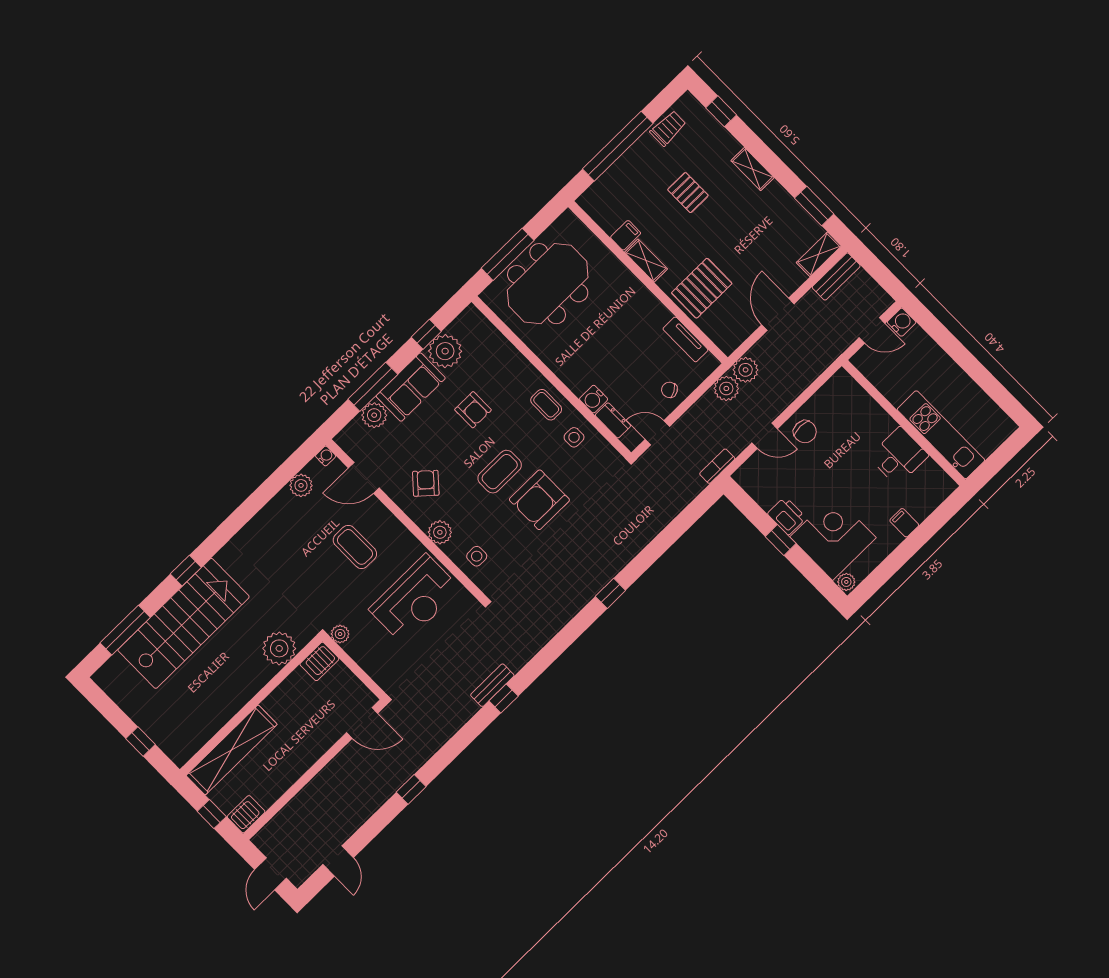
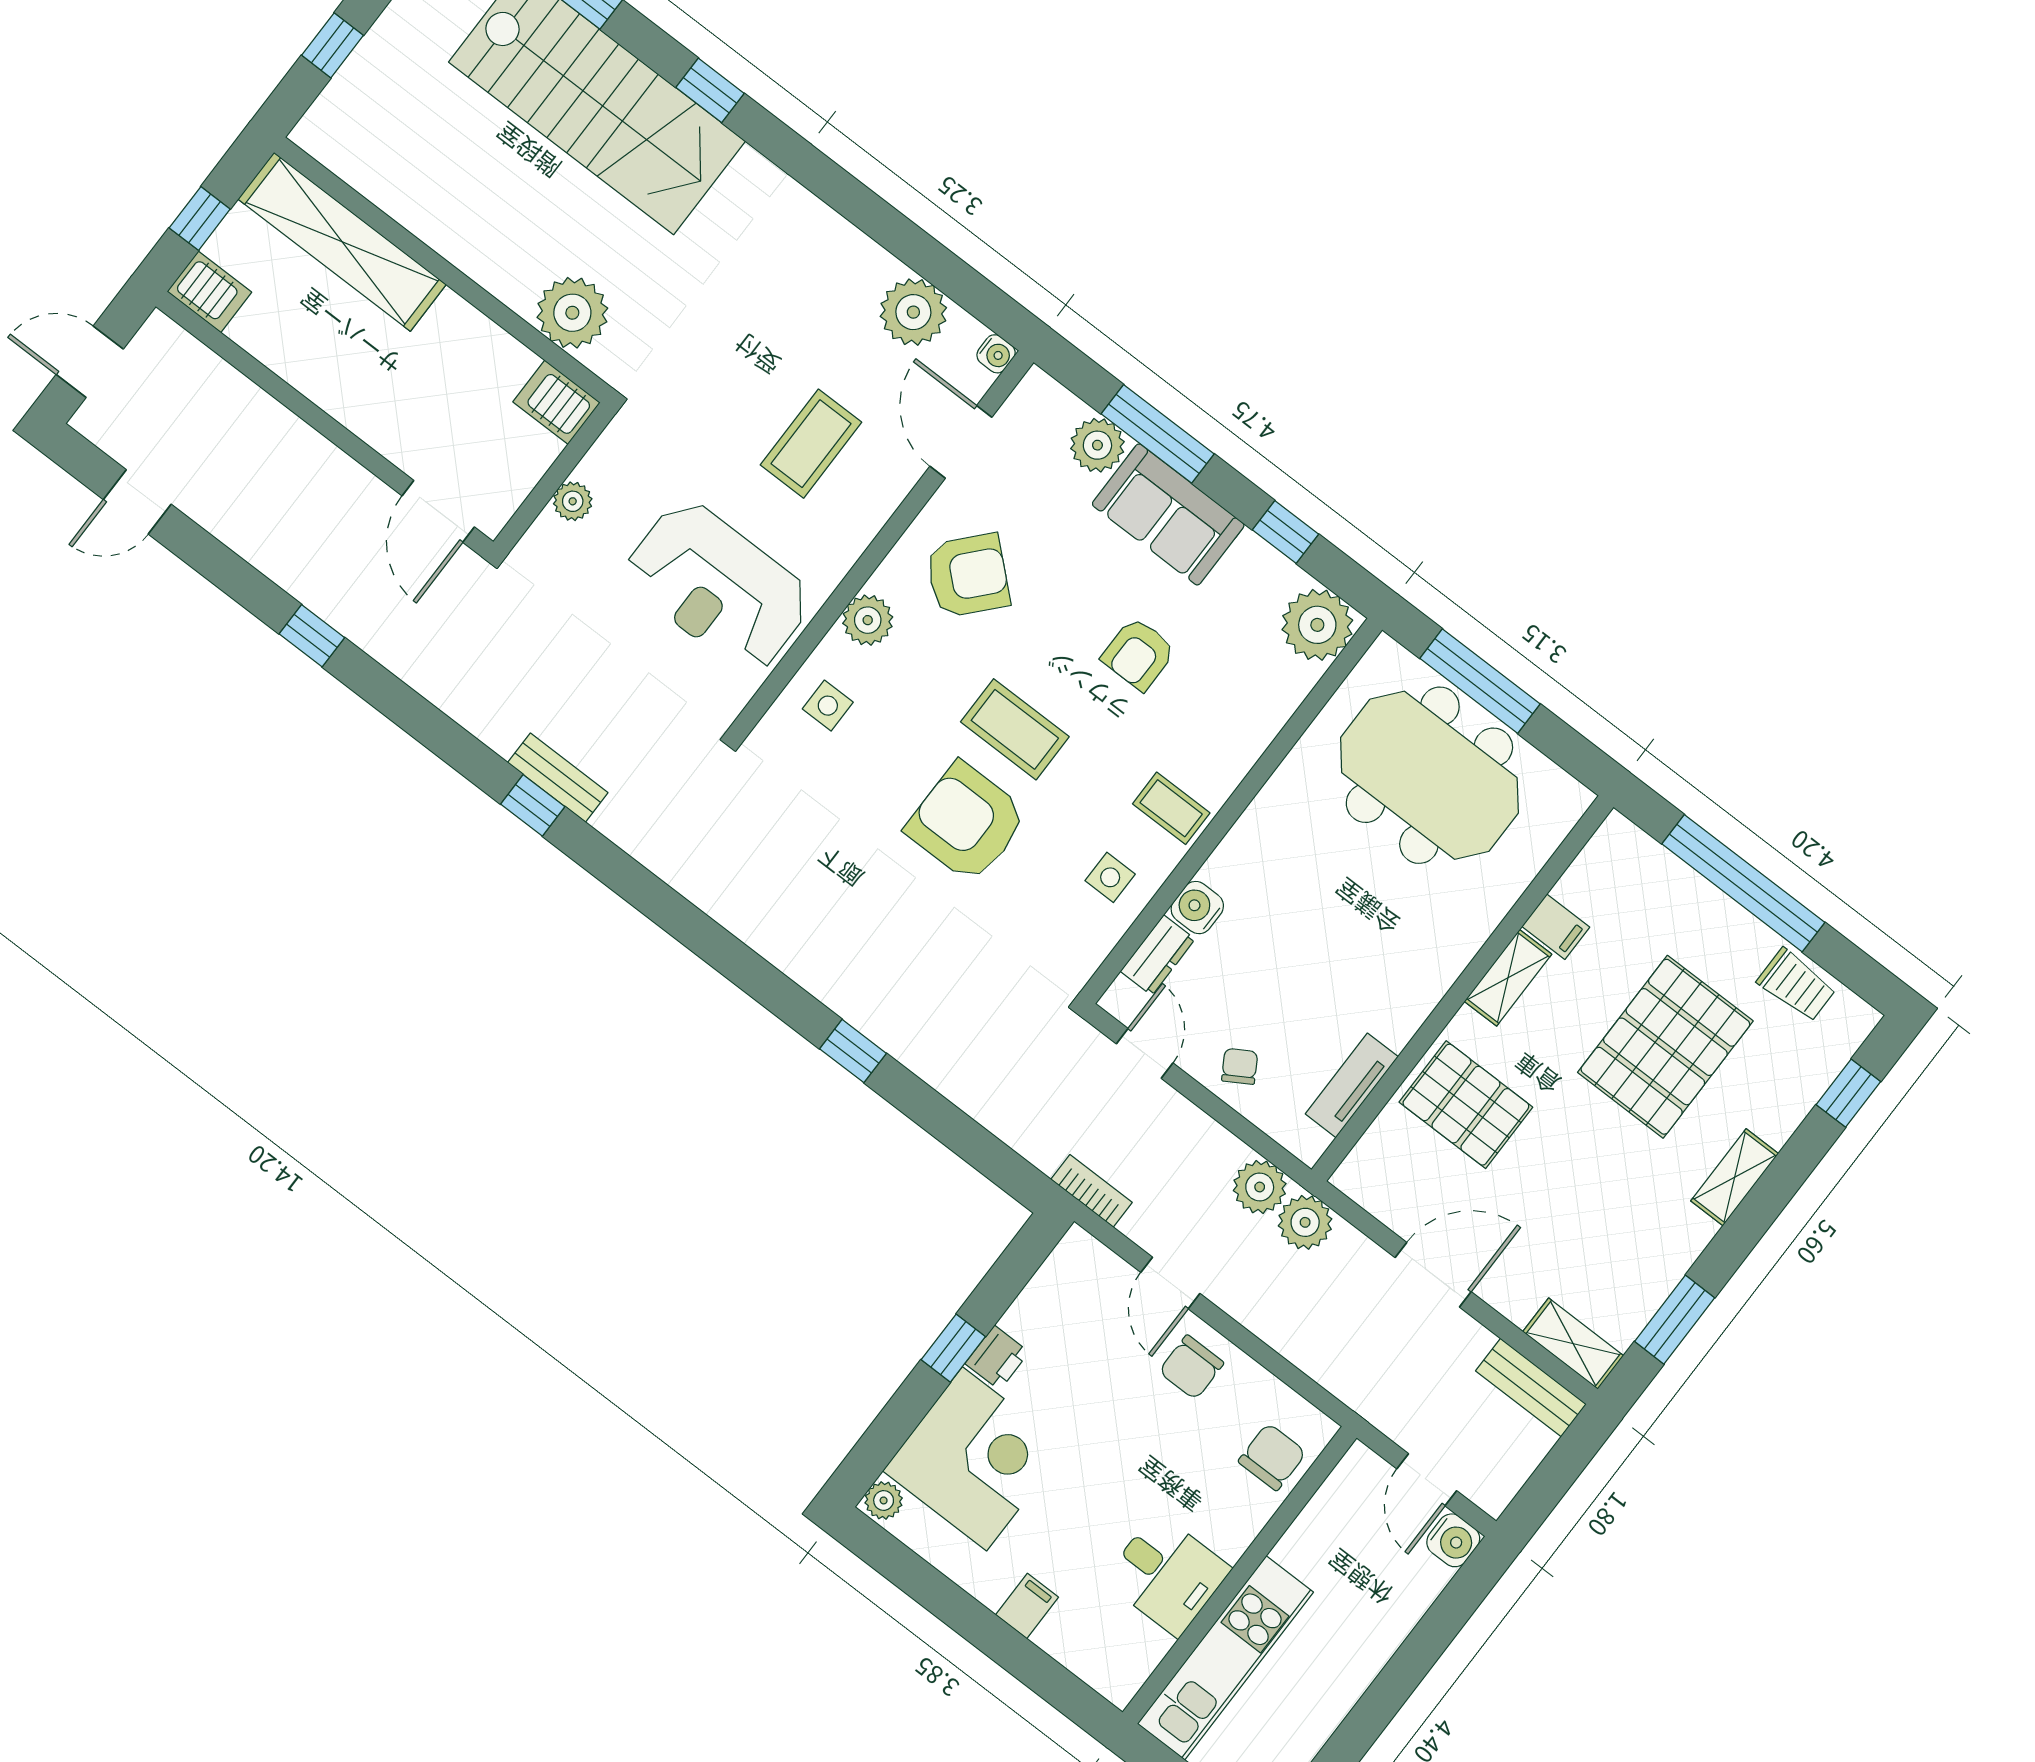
pallet: (688, 193) -> (1665, 1047), width x2.05, depth x2.00
plant: (445, 351) -> (1317, 625), moved
chair: (851, 400) -> (1272, 1457), added
coffee table: (546, 405) -> (1171, 808), turned 90
armchair: (426, 483) -> (968, 575), width x1.38, depth x1.38
plant: (301, 485) -> (913, 312), width x1.36, depth x1.36
printer: (787, 516) -> (997, 1358), width x0.73, depth x0.81
window: (610, 593) -> (853, 1051), moved
plant: (340, 634) -> (573, 501), moved

